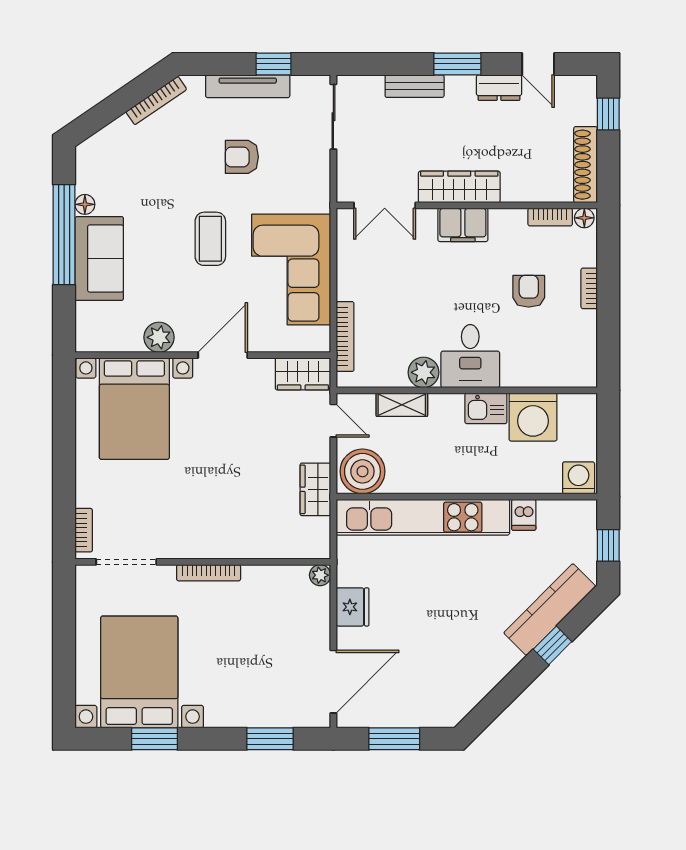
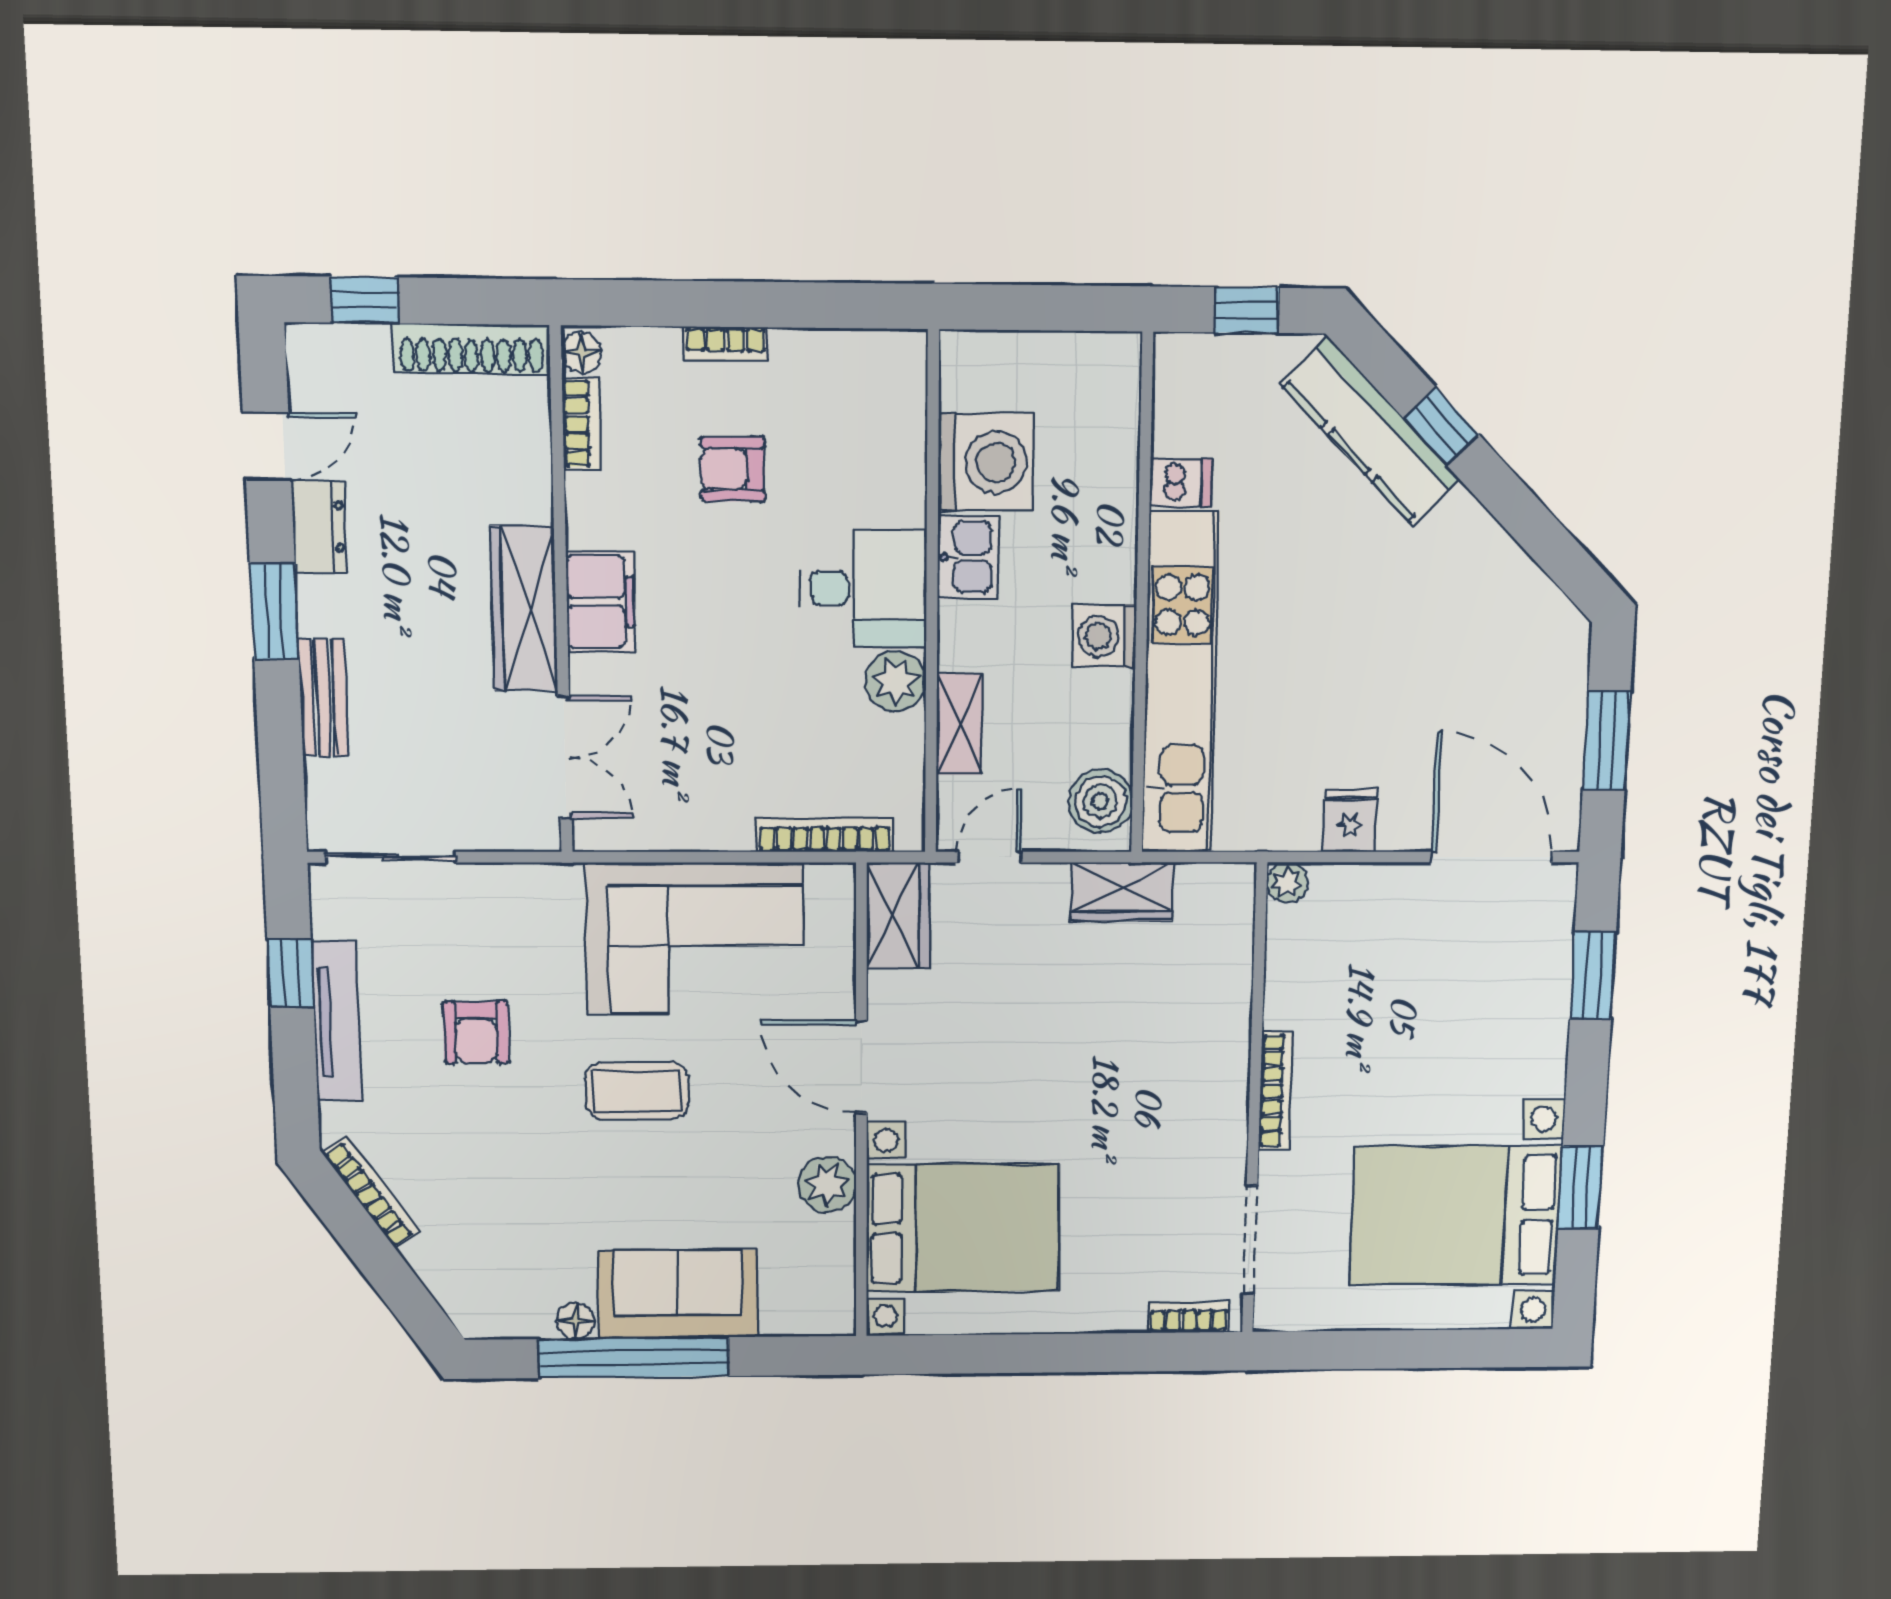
boiler: (362, 471) -> (1100, 801), width x0.73, depth x0.73
washing machine: (579, 478) -> (1104, 636), moved
fridge: (353, 607) -> (1350, 820), width x0.72

